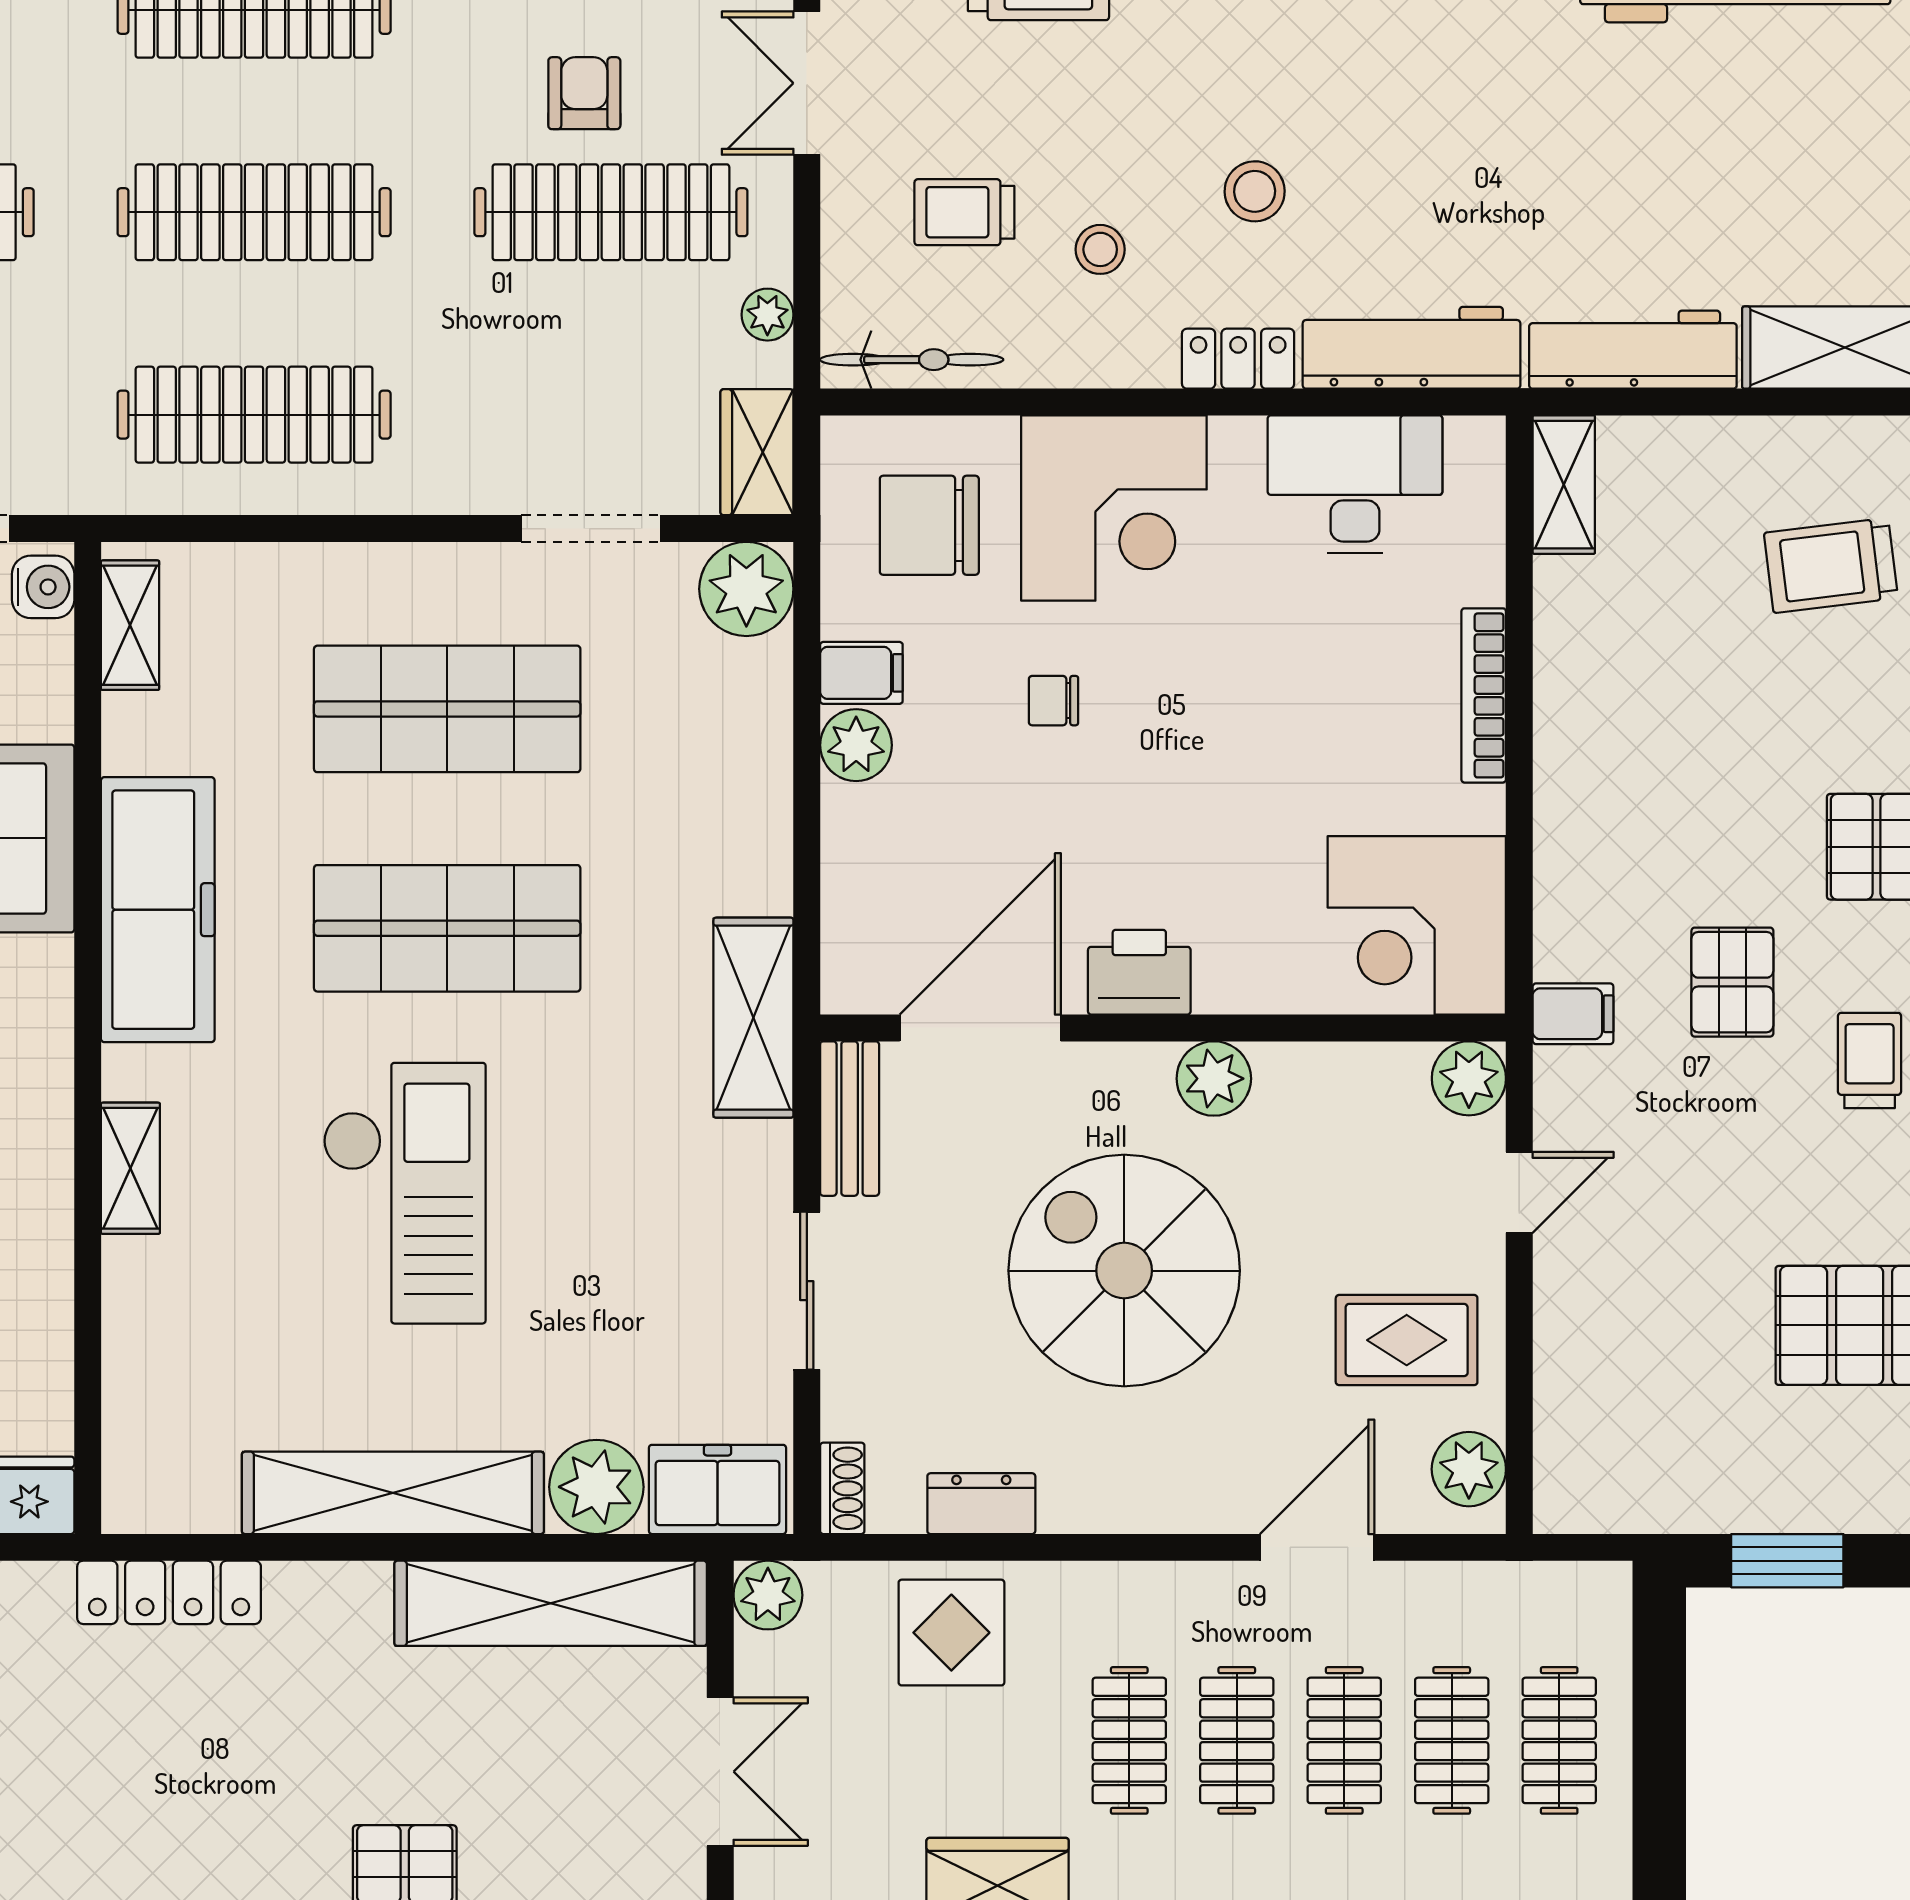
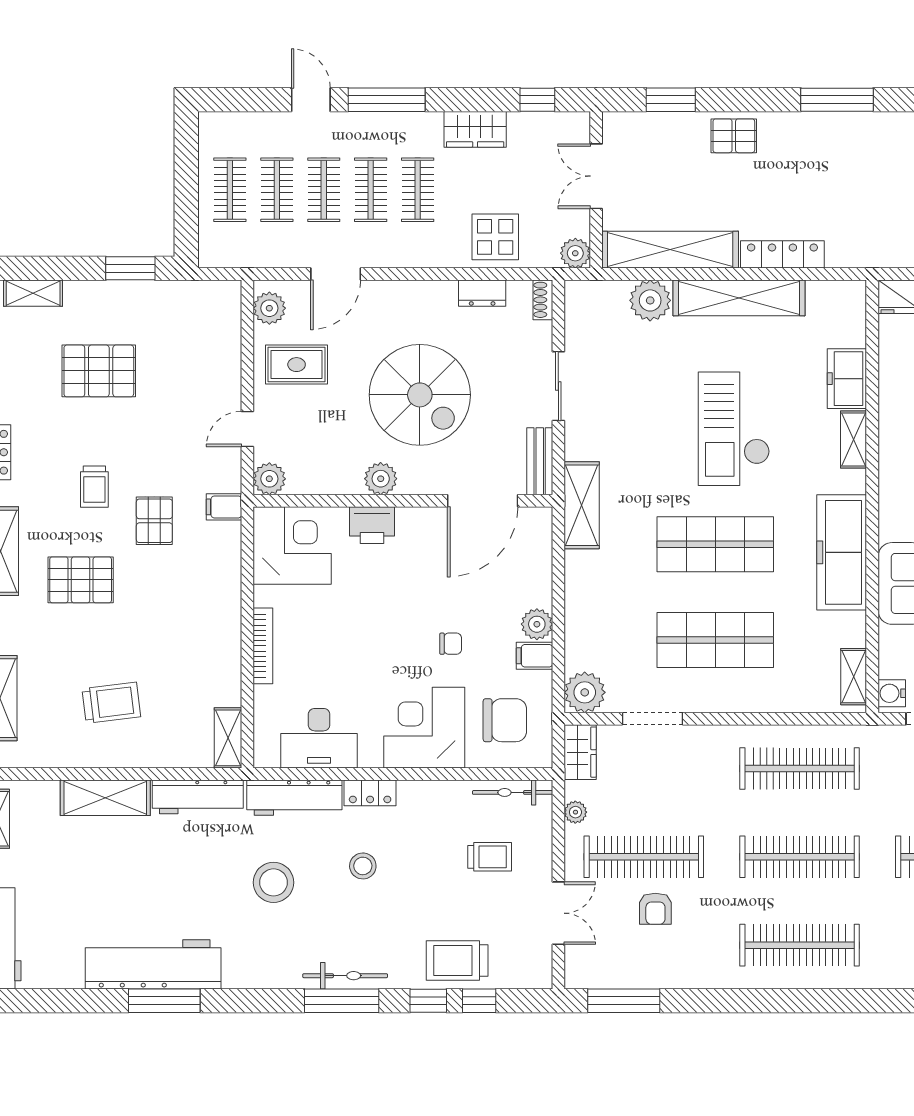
stool: (1100, 249) -> (274, 882), moved, width x1.89, depth x1.89
printer: (1139, 972) -> (372, 525), moved
freezer: (717, 1489) -> (847, 379), moved, turned 90
locker: (169, 1592) -> (782, 254), moved

